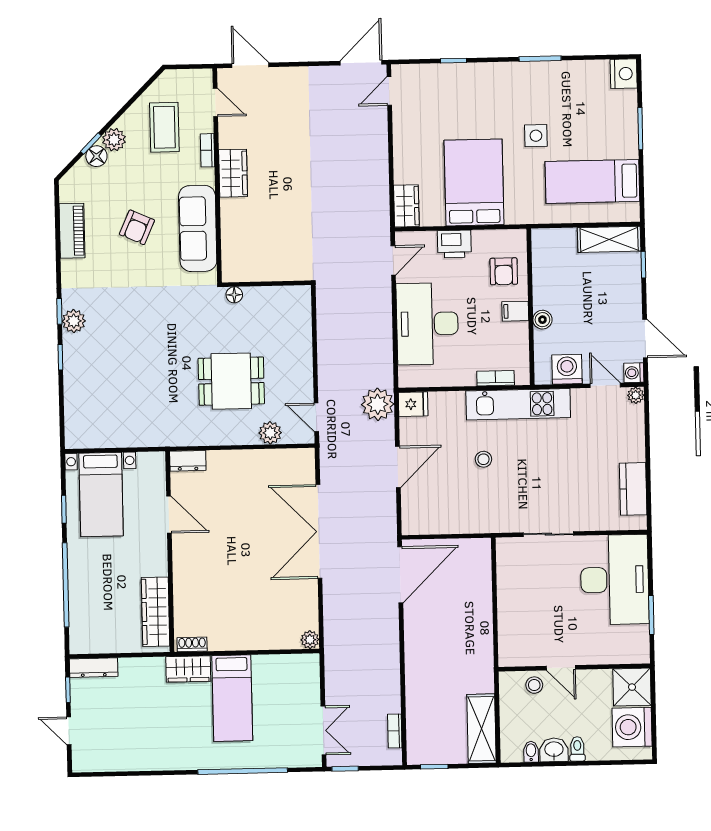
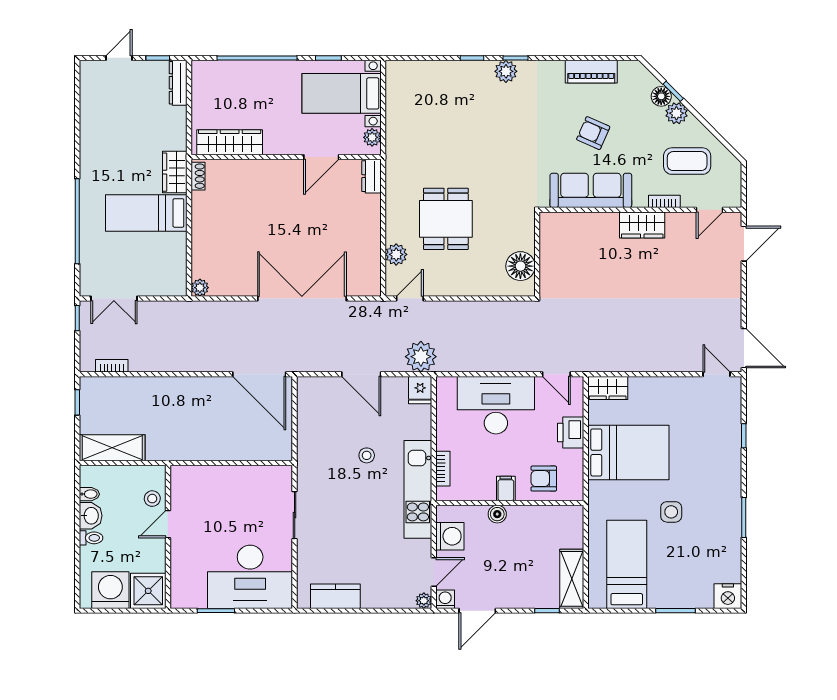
floor lamp: (234, 295) -> (520, 266), moved, width x1.89, depth x1.89
plant: (147, 461) -> (372, 137), added

